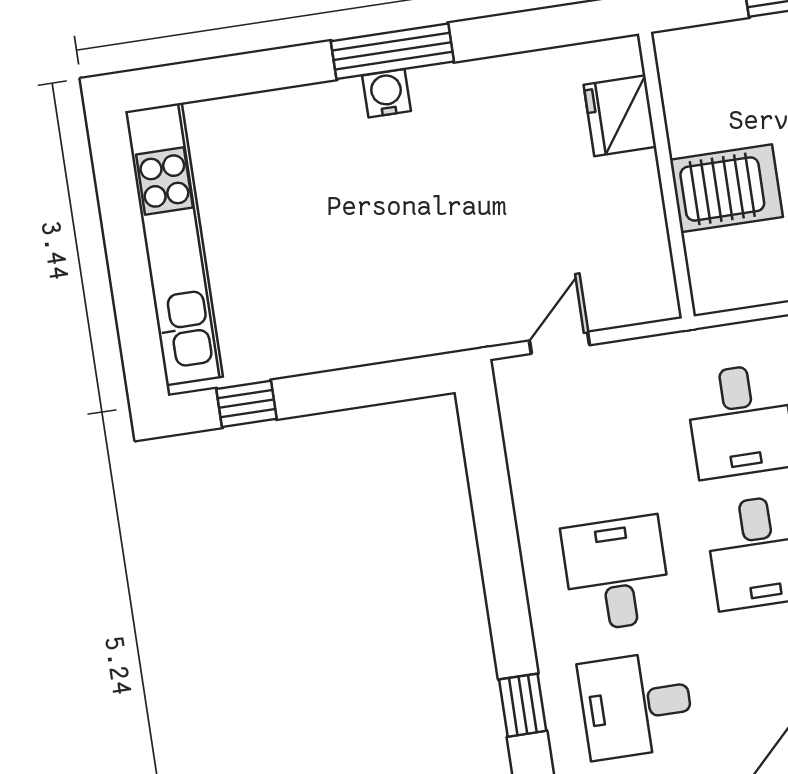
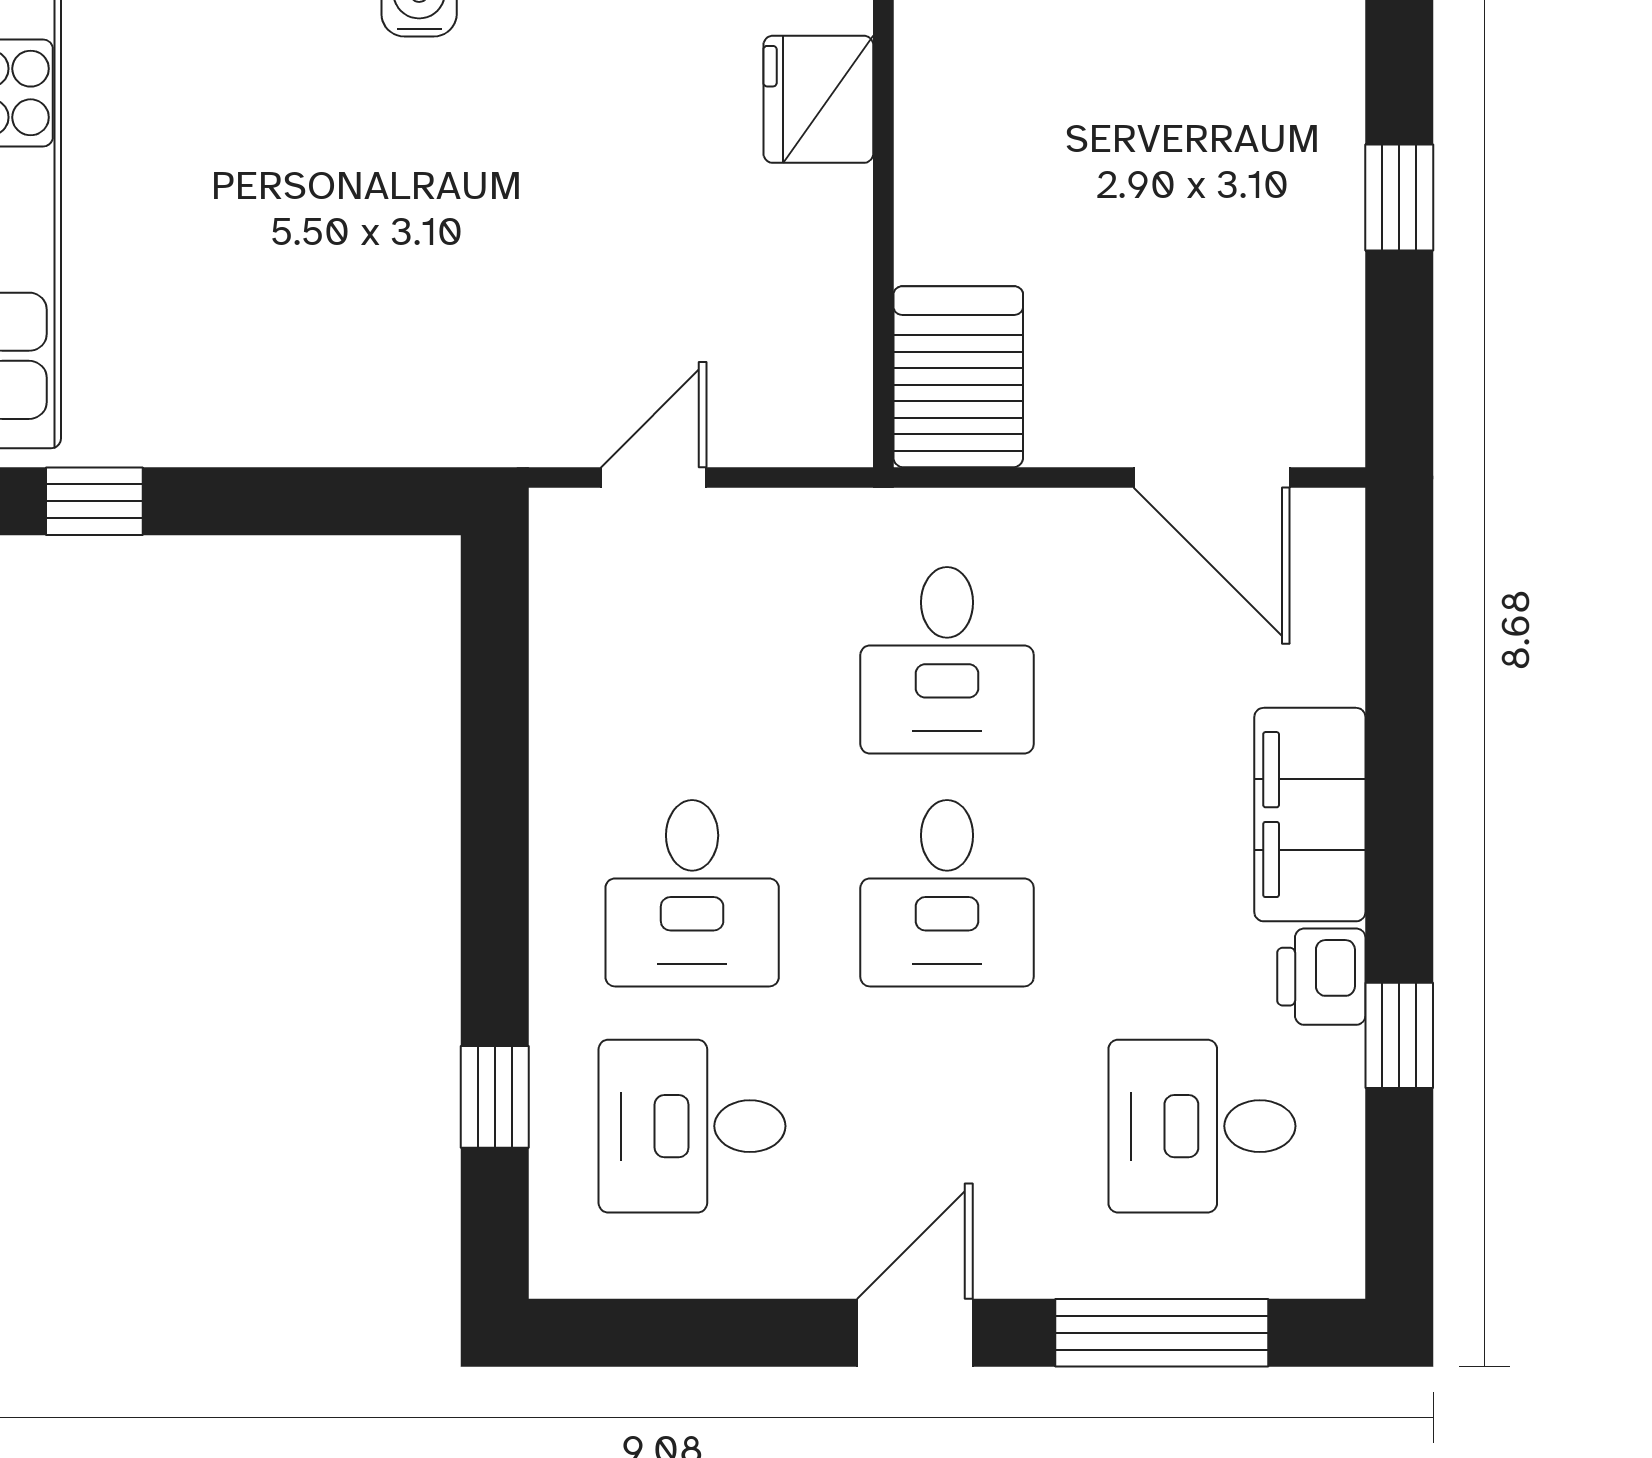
server rack: (726, 188) -> (958, 377), moved, turned -90
desk: (616, 574) -> (692, 893), turned 180

